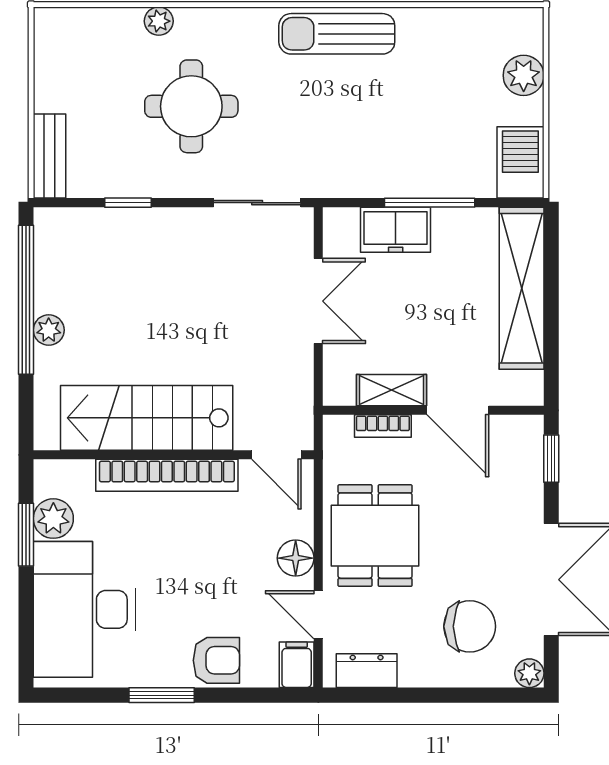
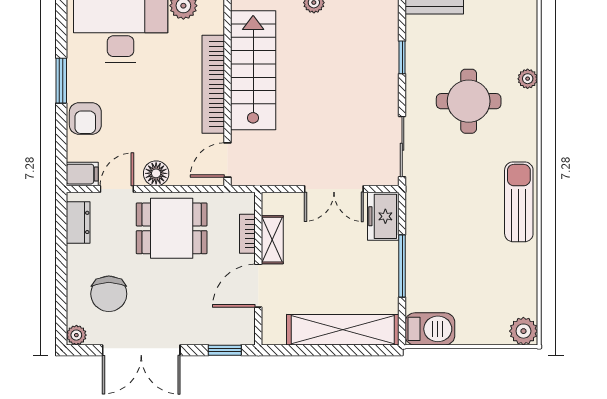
plant: (524, 75) -> (523, 331), moved
freezer: (396, 230) -> (383, 216), moved

